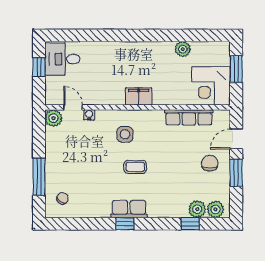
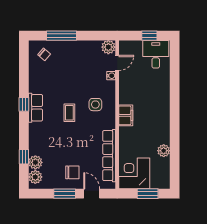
row of seats: (189, 117) -> (109, 156), width x1.36

